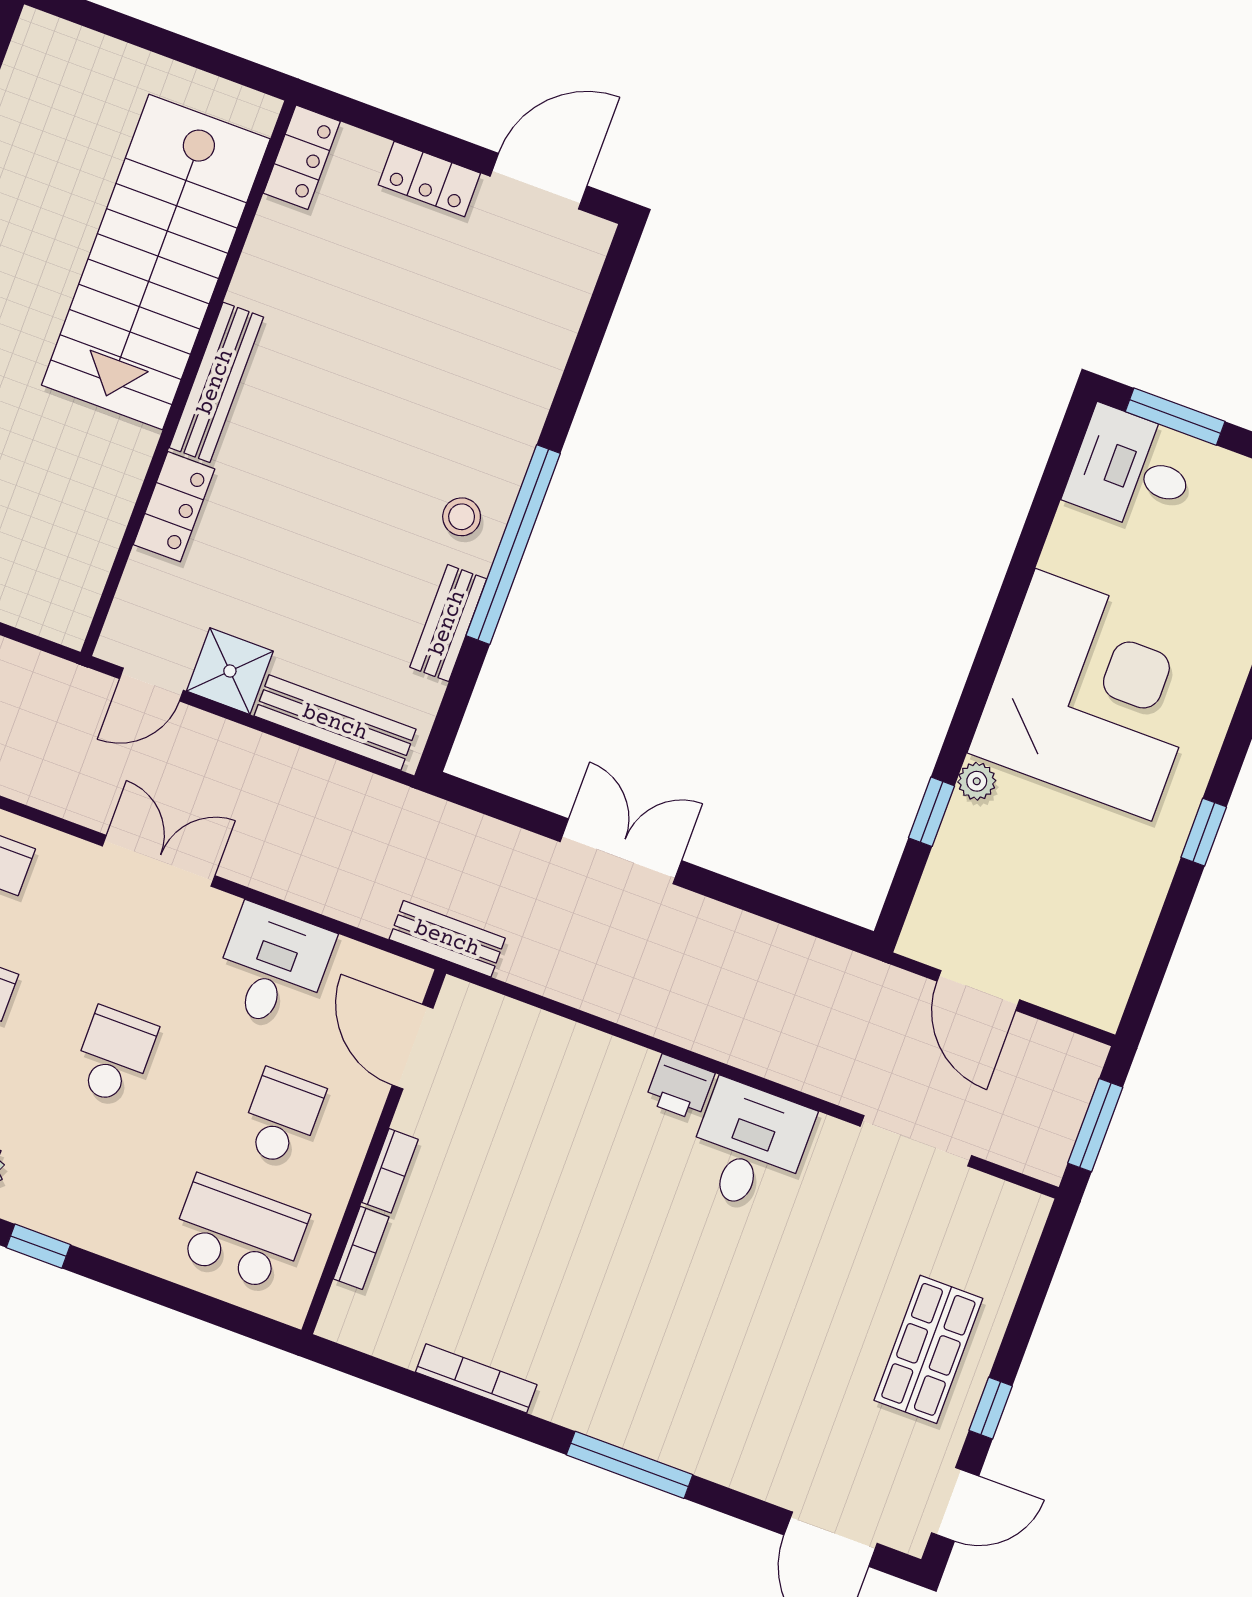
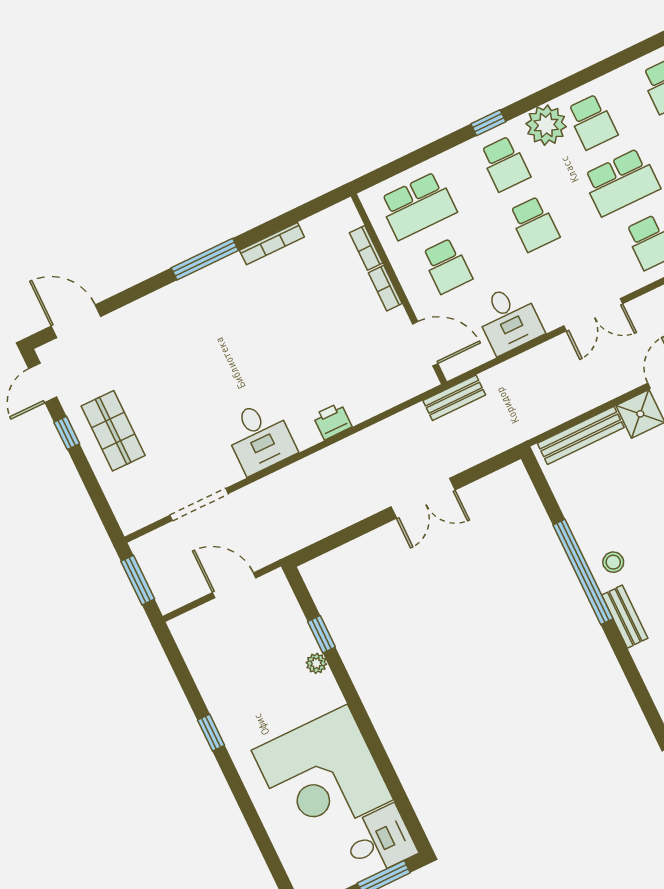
bench: (448, 623) -> (625, 617), moved
corner desk: (1093, 695) -> (322, 775), moved
printer: (680, 1087) -> (332, 421), moved
school desk: (71, 1172) -> (505, 164), added
window: (630, 1465) -> (205, 259), moved

